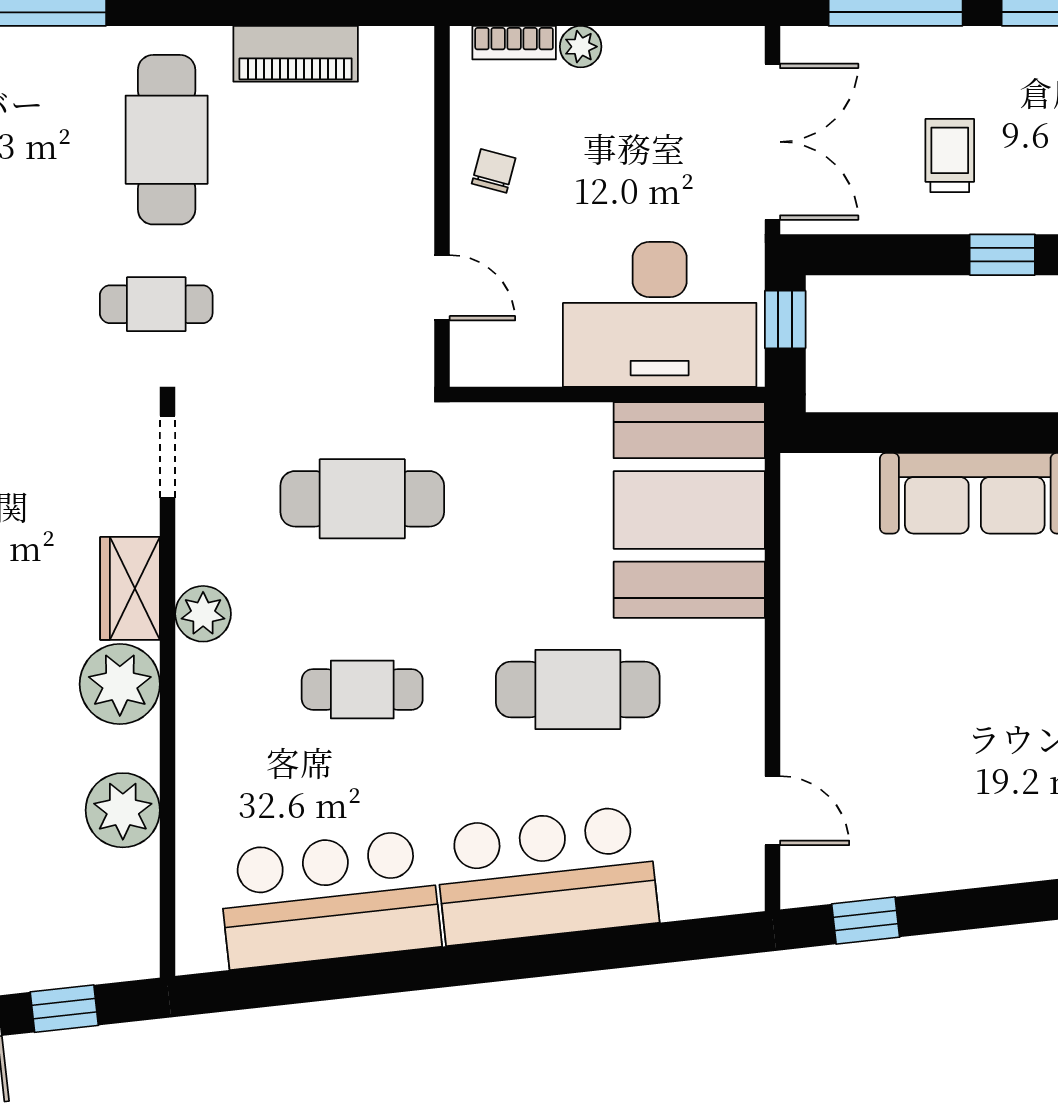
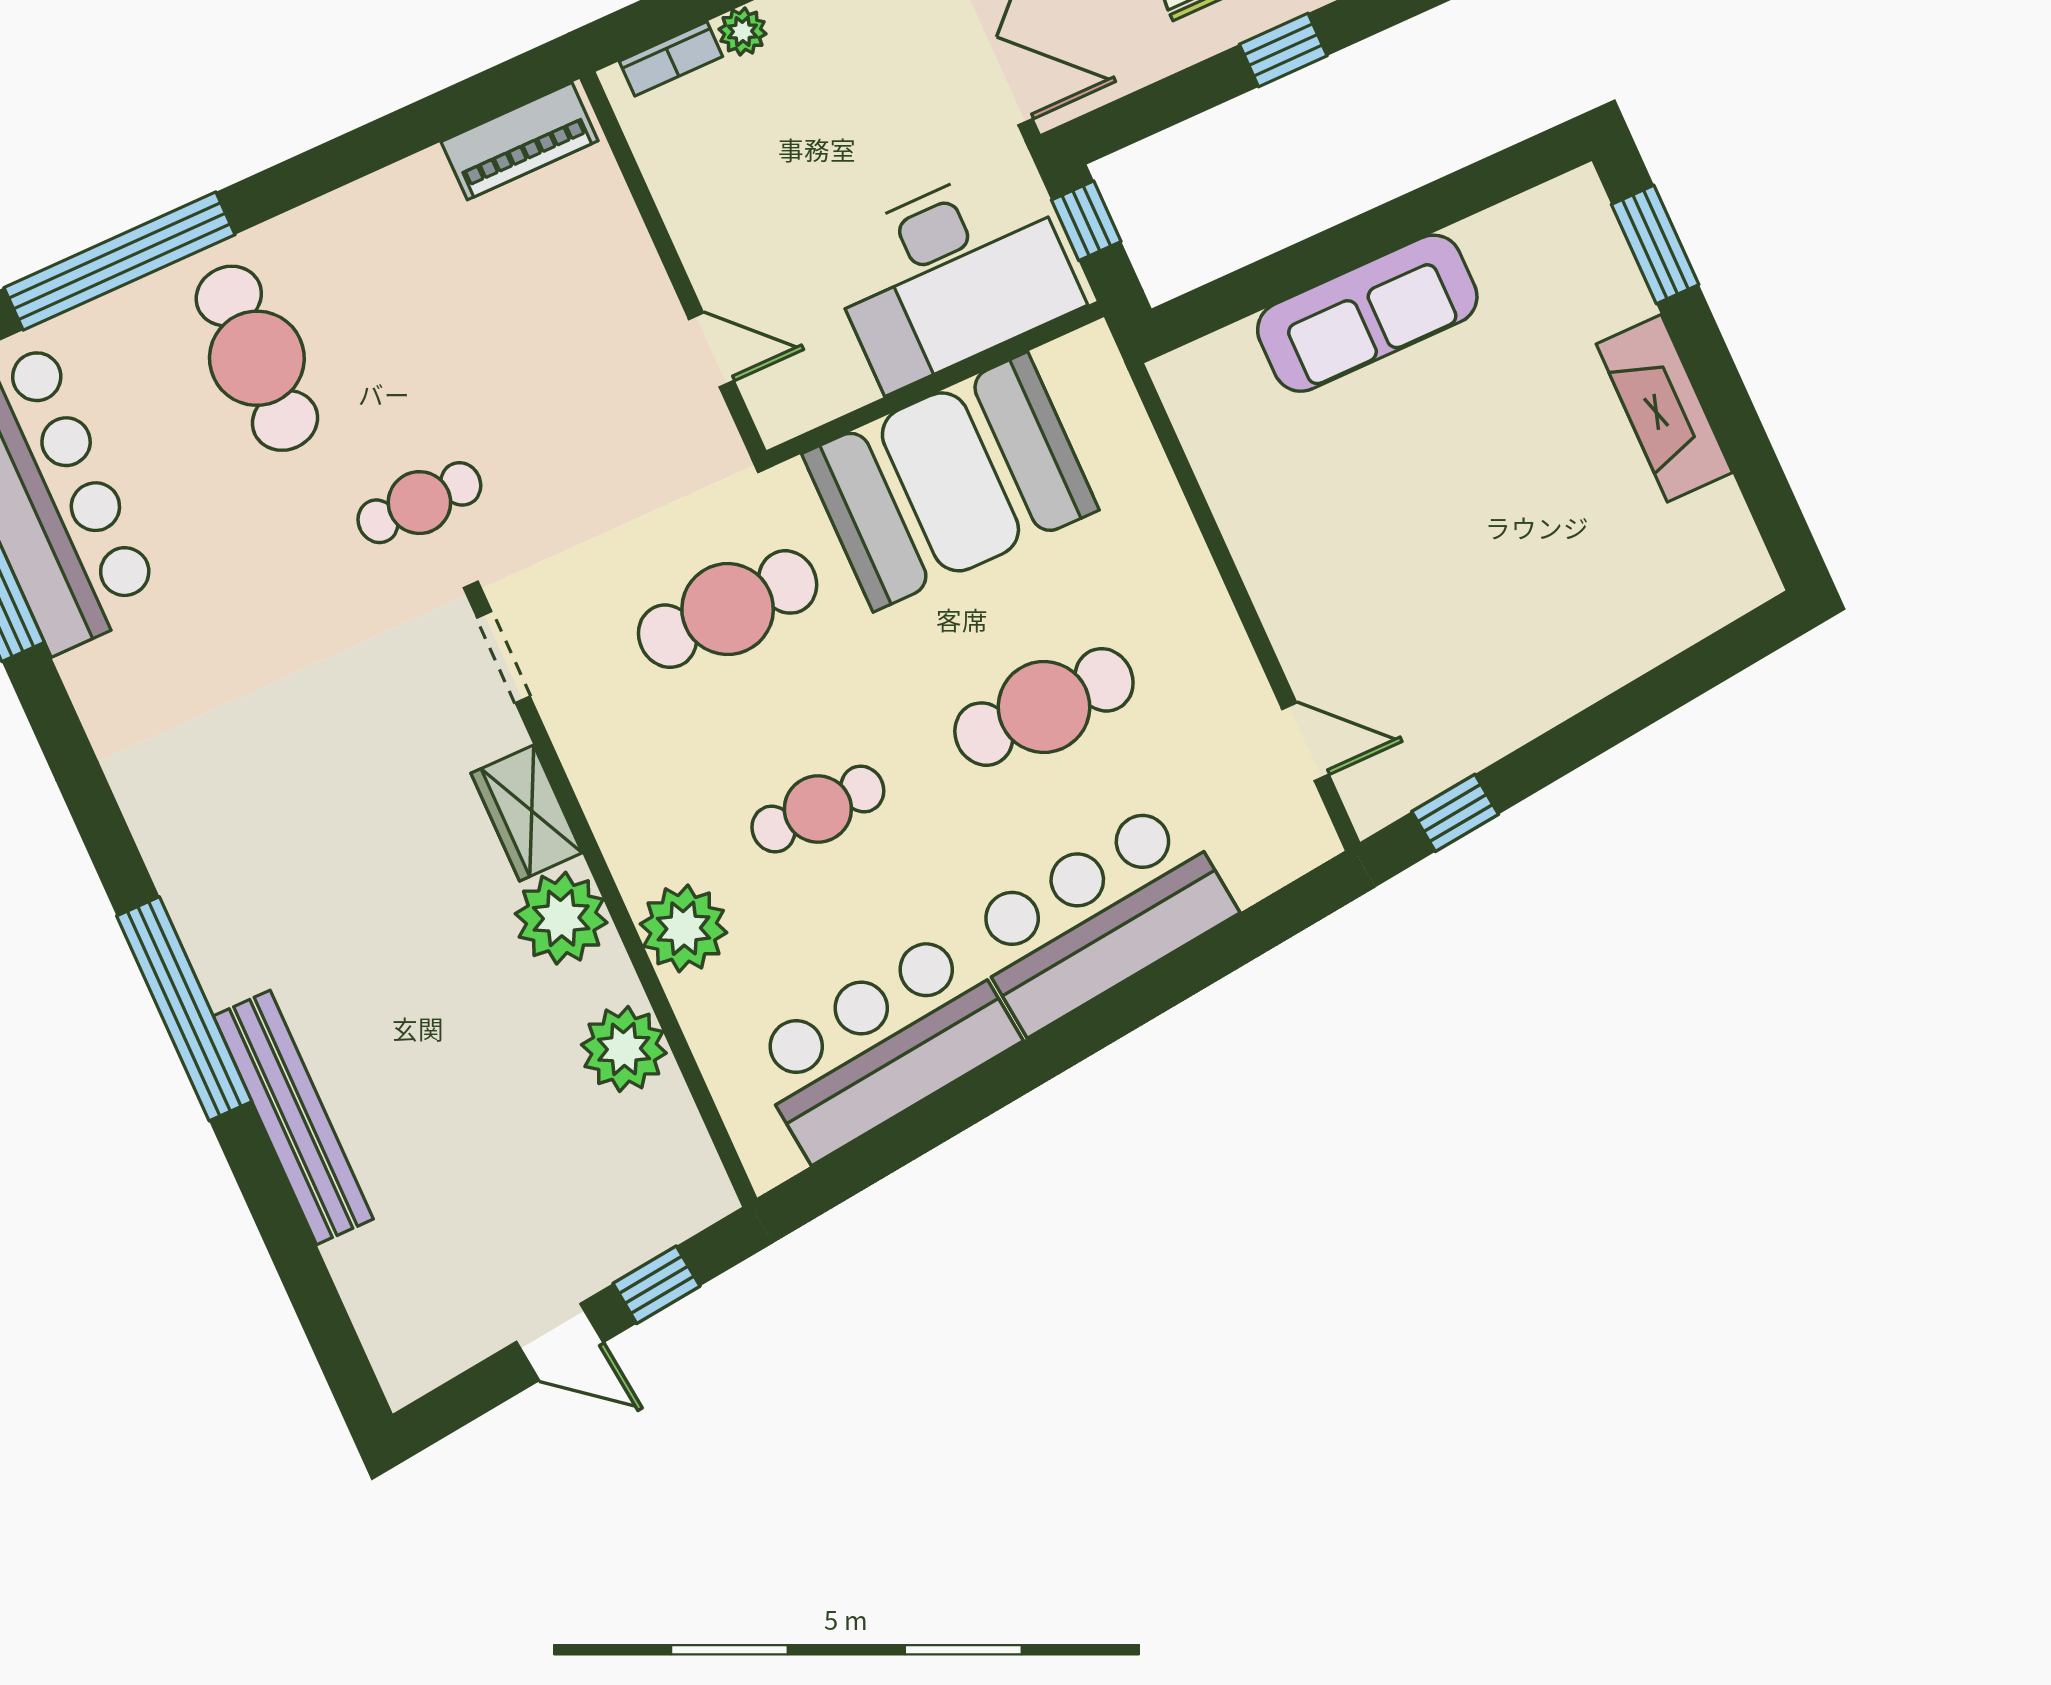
piano: (296, 54) -> (520, 141), moved
cafe table: (167, 140) -> (257, 358), moved
chair: (494, 171) -> (710, 203), removed
booth: (689, 510) -> (950, 482), moved, turned 90
plant: (203, 614) -> (684, 928), moved, width x1.36, depth x1.36

